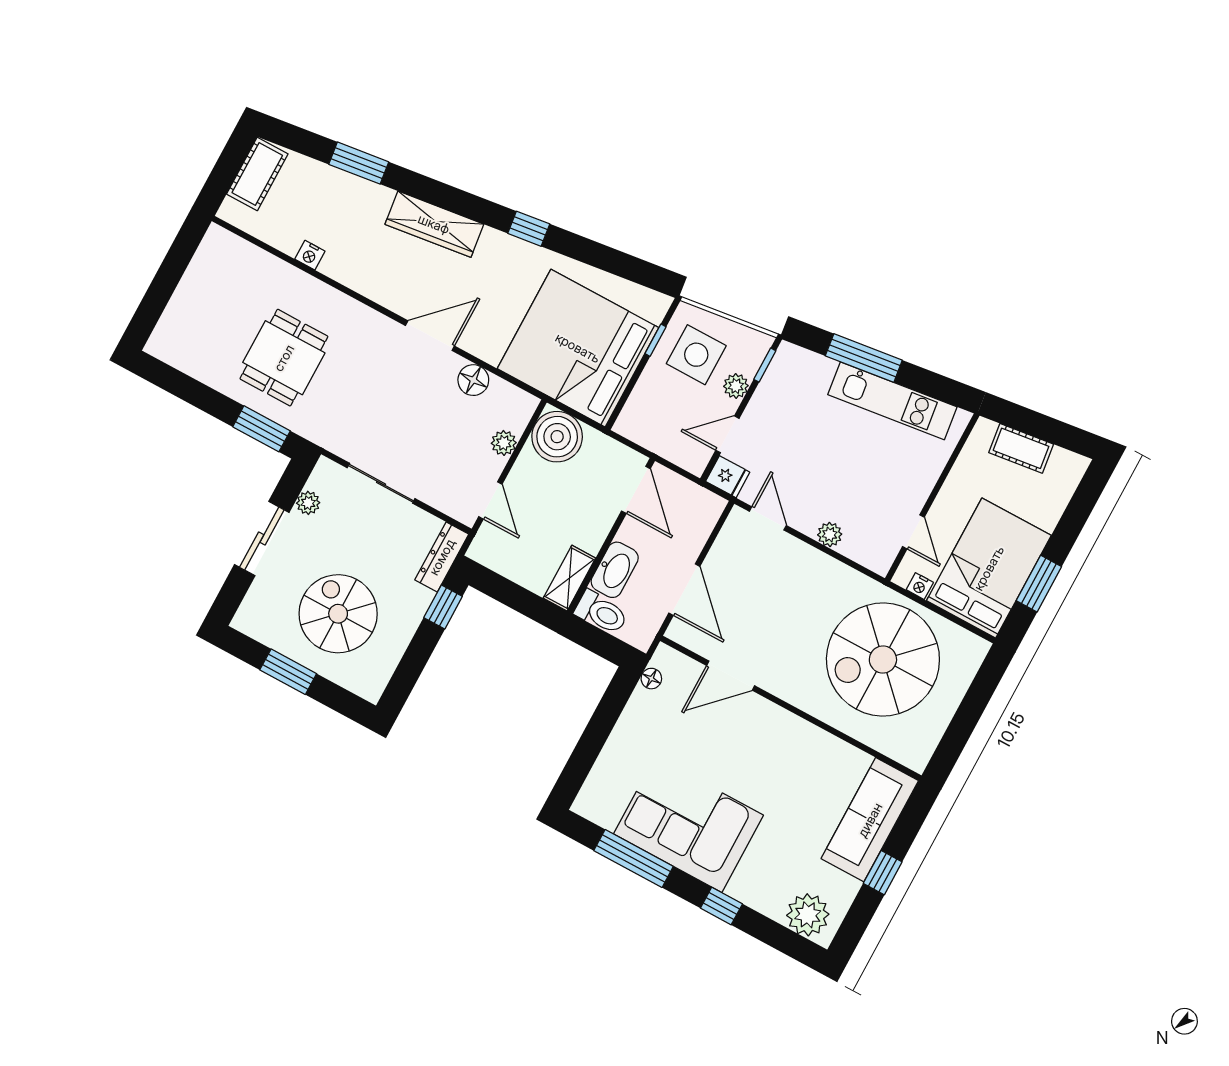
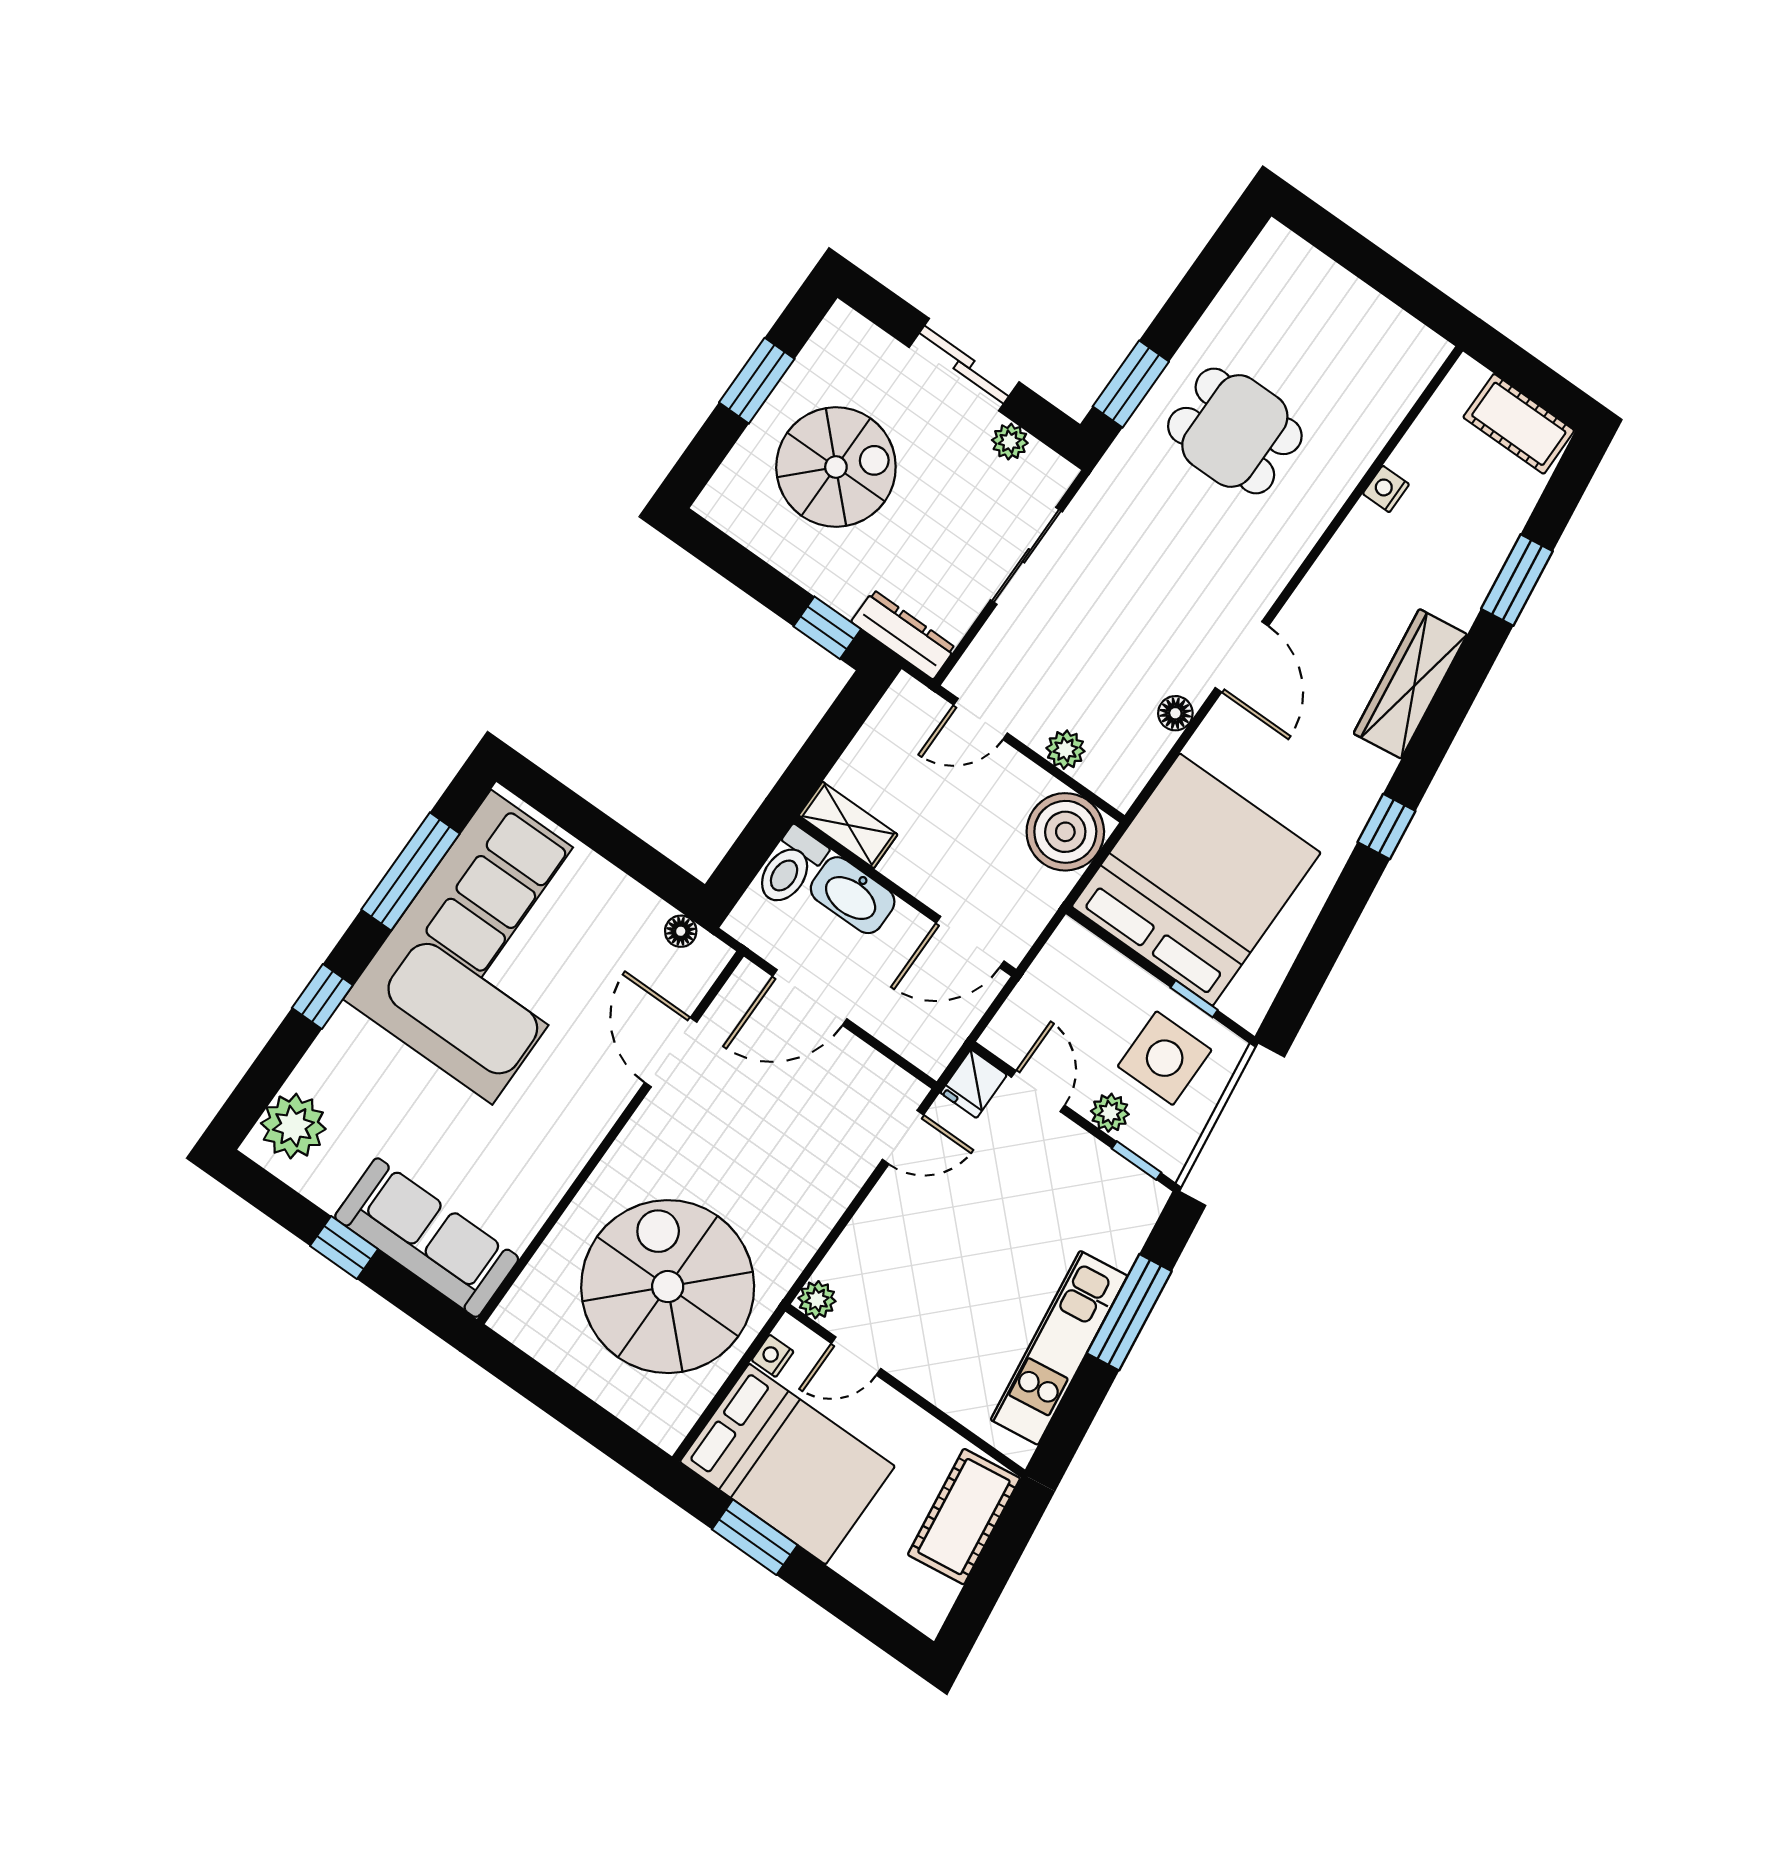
floor lamp: (473, 380) -> (1175, 713), width x0.73, depth x0.73
cot: (1021, 448) -> (964, 1517), width x1.37, depth x1.34
plant: (830, 534) -> (817, 1300), moved
corner sofa: (688, 824) -> (492, 947), width x1.36, depth x1.36

